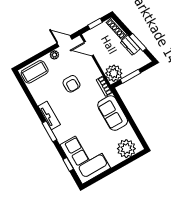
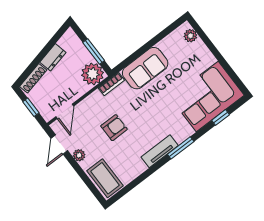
window: (138, 42) -> (48, 48), removed
plant: (126, 149) -> (190, 36), width x0.53, depth x0.53

